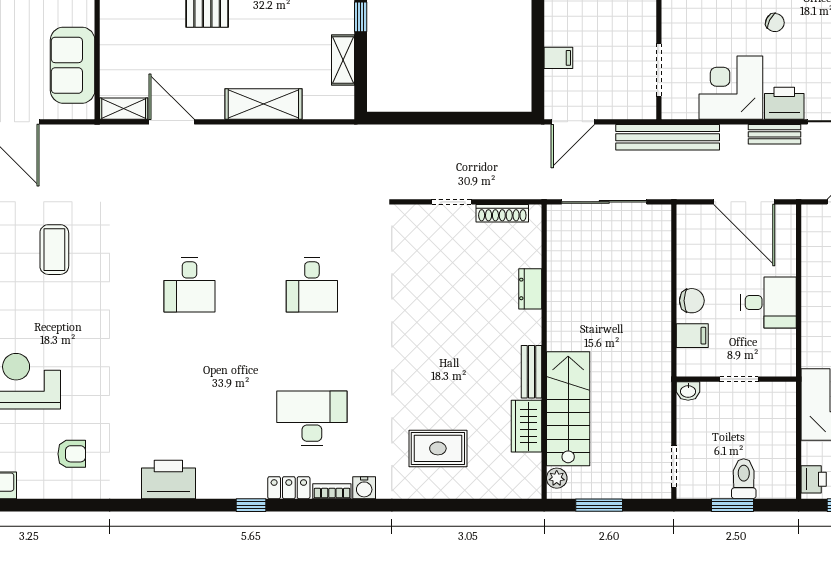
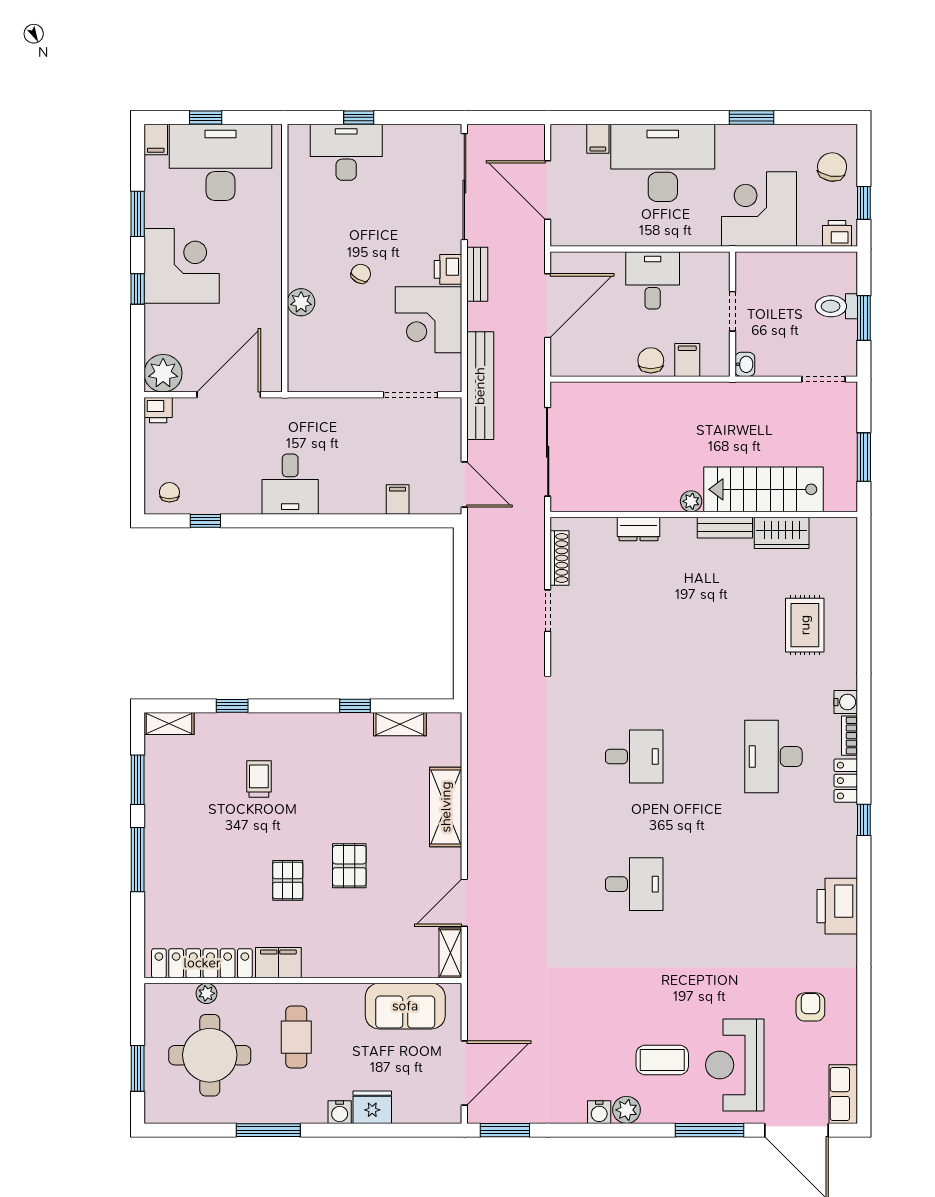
printer: (784, 103) -> (448, 269), width x0.73, depth x0.81
coffee table: (54, 250) -> (662, 1060), moved
plant: (557, 478) -> (691, 501), moved

